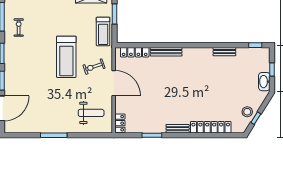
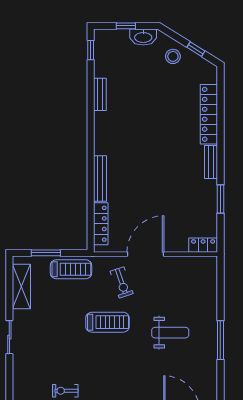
treadmill: (66, 57) -> (107, 322), width x0.73, depth x0.73
stool: (247, 112) -> (173, 56), moved
weight bench: (91, 113) -> (170, 333), moved, turned 90

